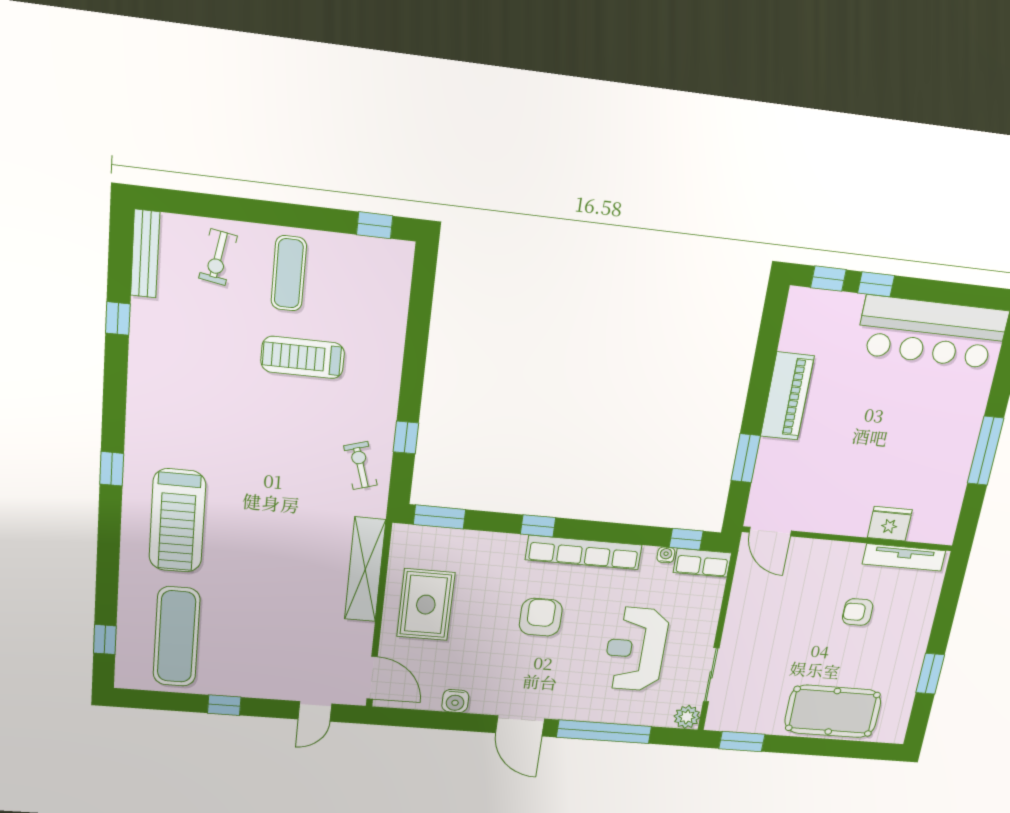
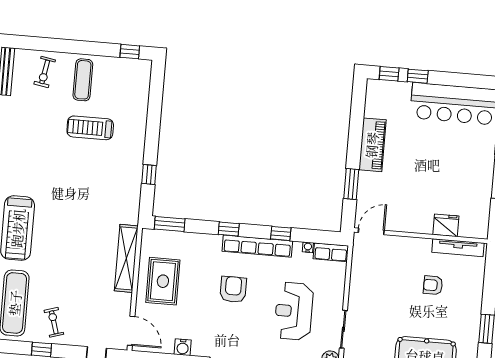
exercise bike: (360, 465) -> (54, 322), moved
door: (770, 532) -> (371, 231), swing flipped
window: (686, 539) -> (281, 233), moved

